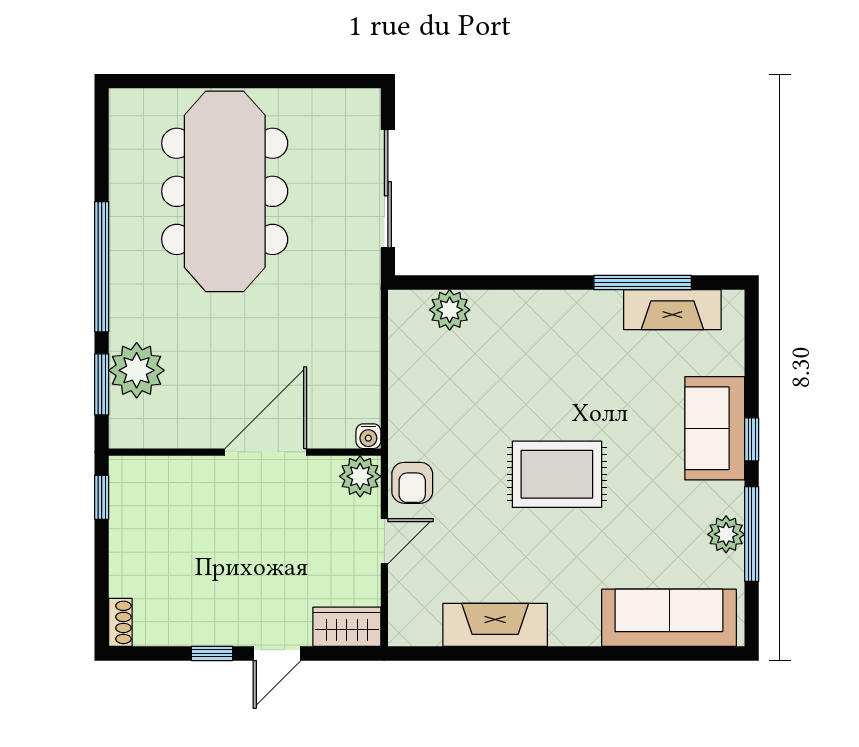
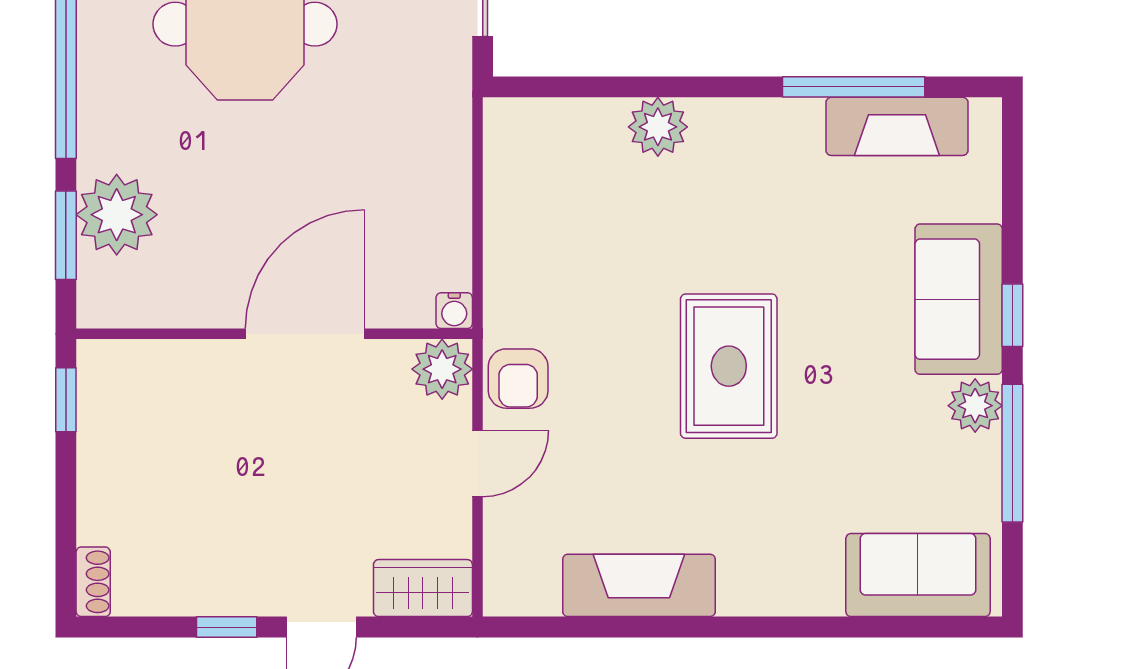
plant: (450, 310) -> (658, 127), moved
rug: (557, 474) -> (729, 366), turned 90
plant: (726, 534) -> (975, 406), moved
sofa: (669, 618) -> (918, 575), width x0.73

